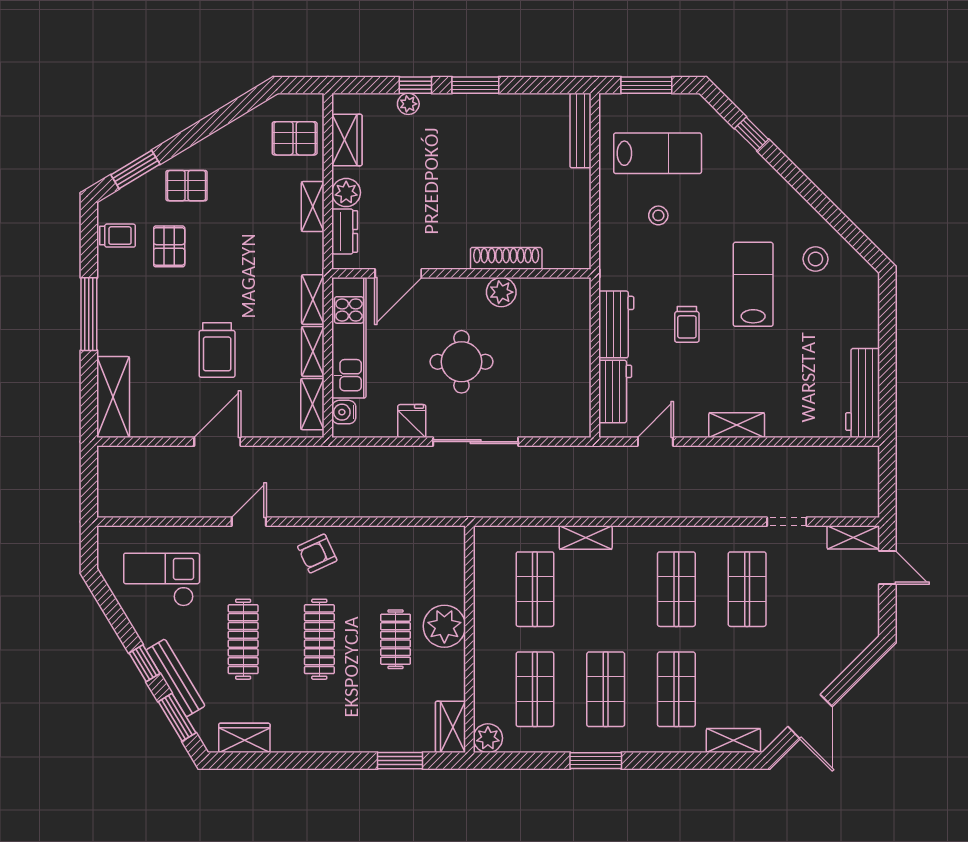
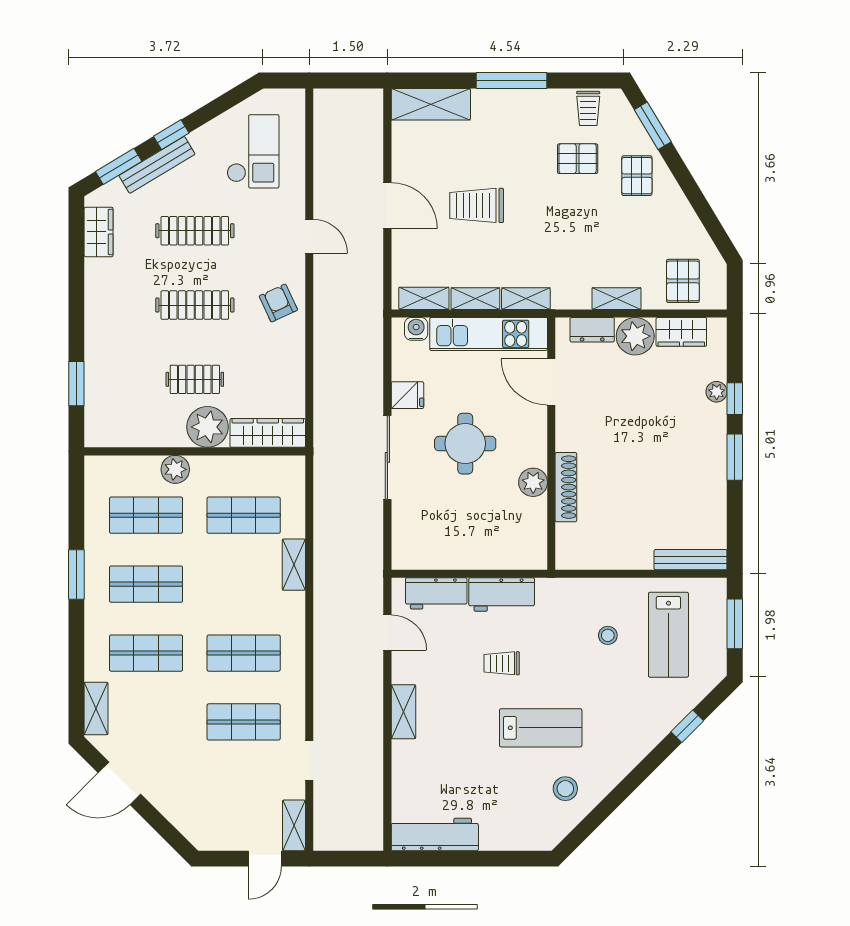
plant: (346, 193) -> (635, 336), width x1.36, depth x1.36
wardrobe: (451, 727) -> (268, 433), moved, width x1.50
plant: (488, 738) -> (175, 469), moved

